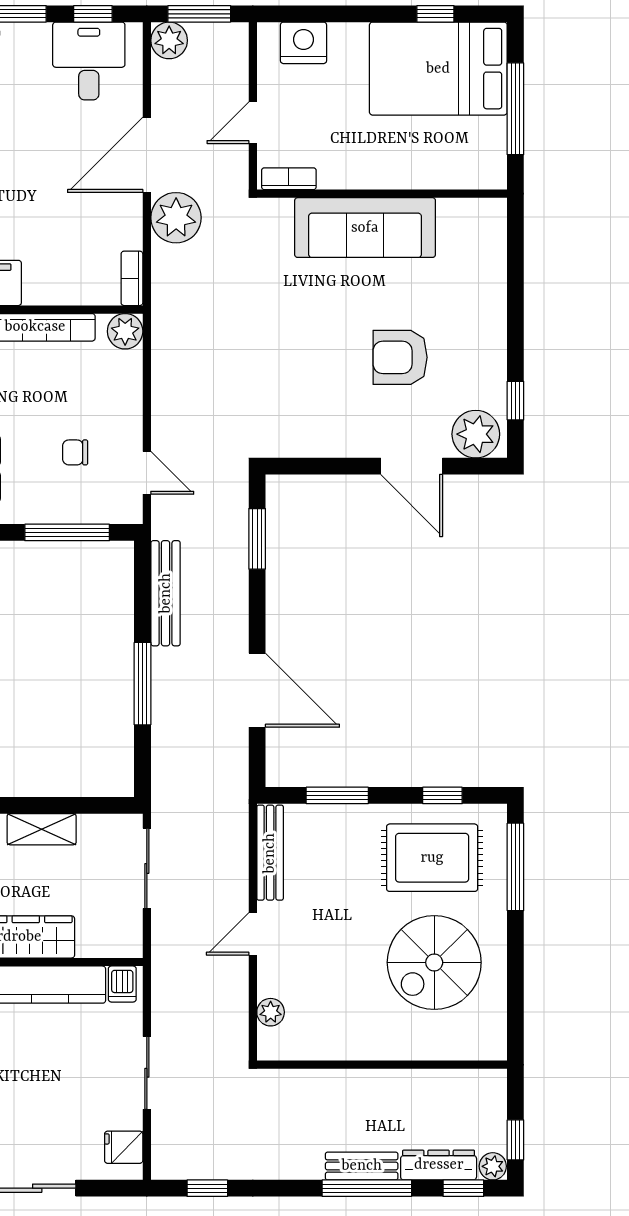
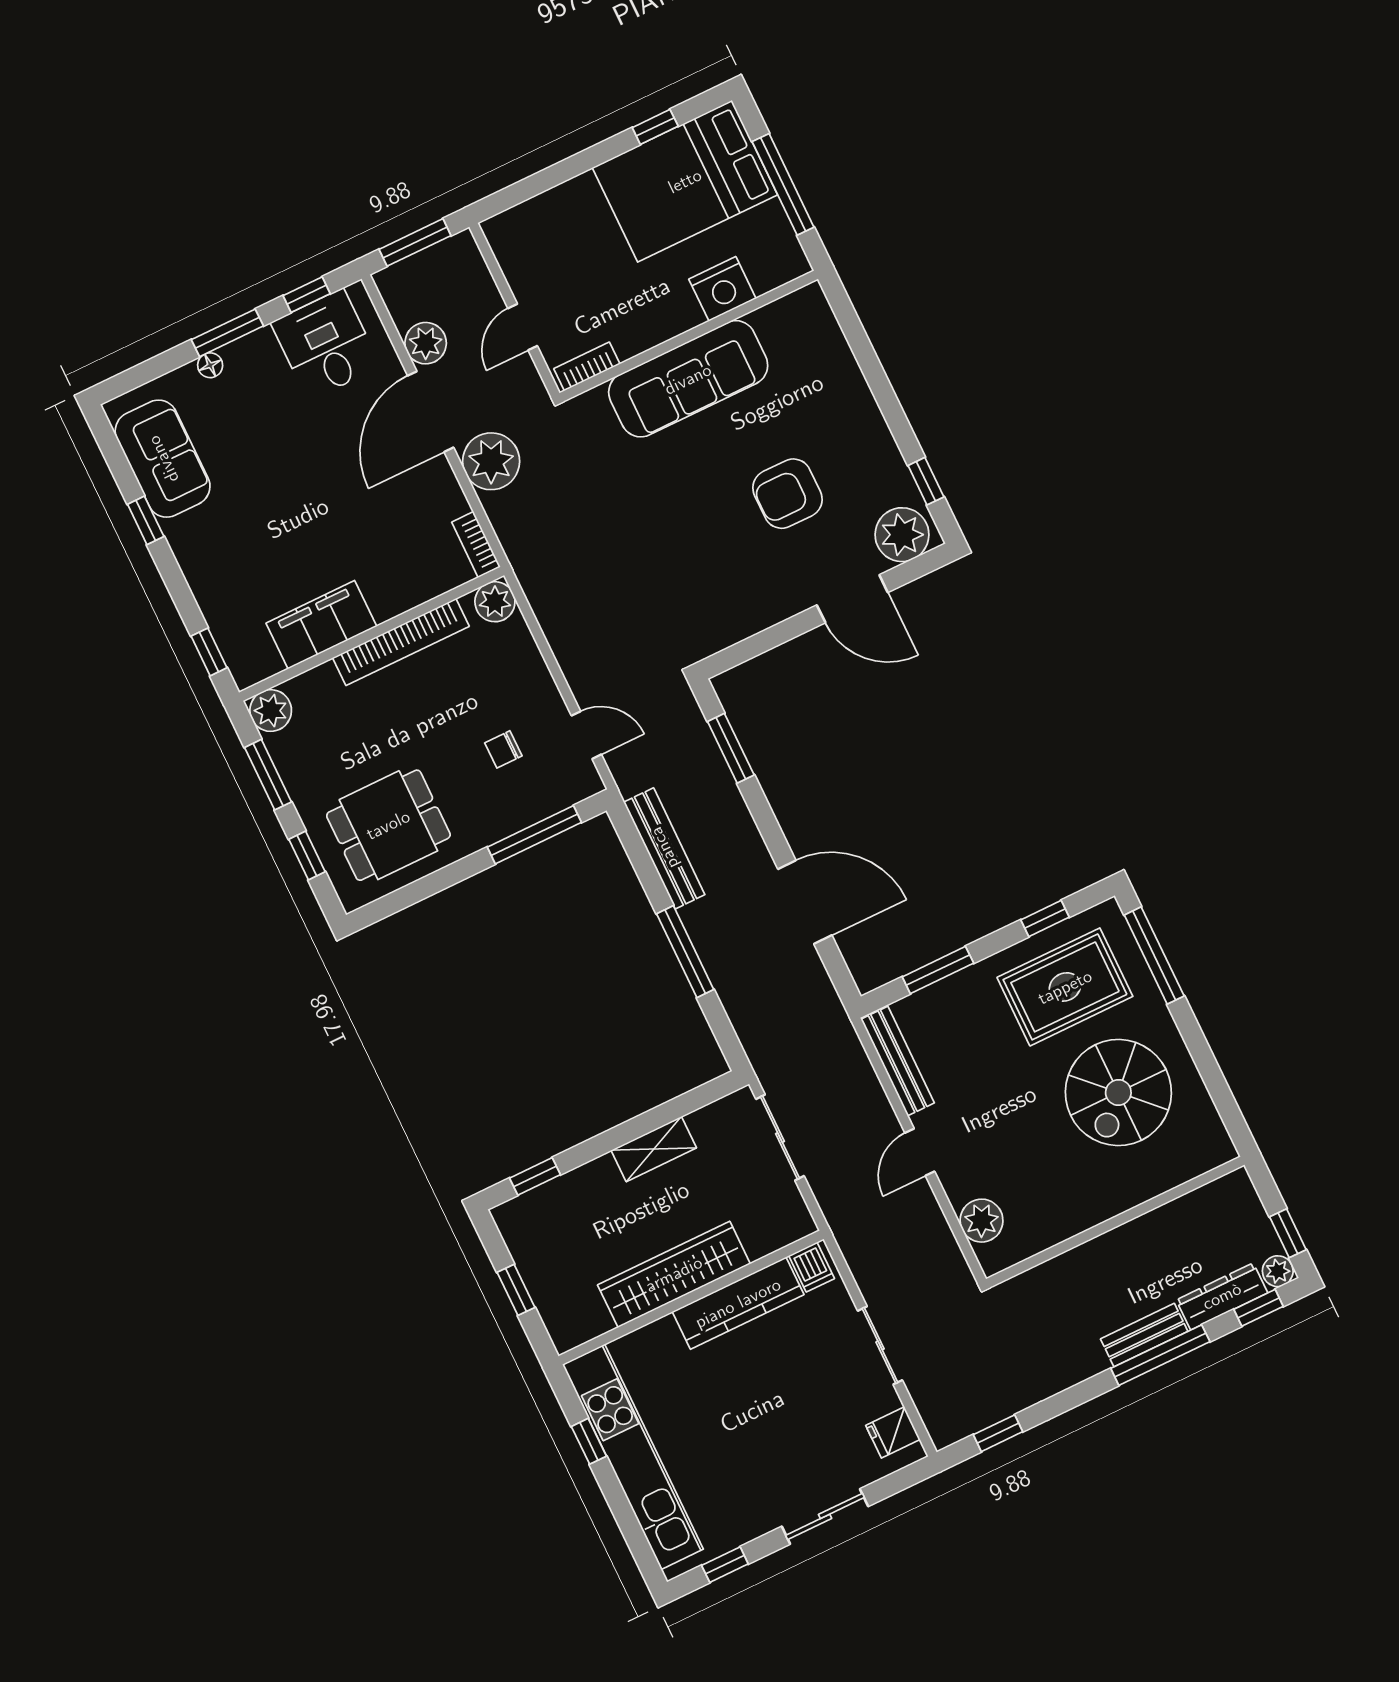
plant: (169, 40) -> (426, 343), moved
nightstand: (304, 43) -> (722, 289), moved, turned 180
plant: (271, 1012) -> (982, 1221), width x1.38, depth x1.38

